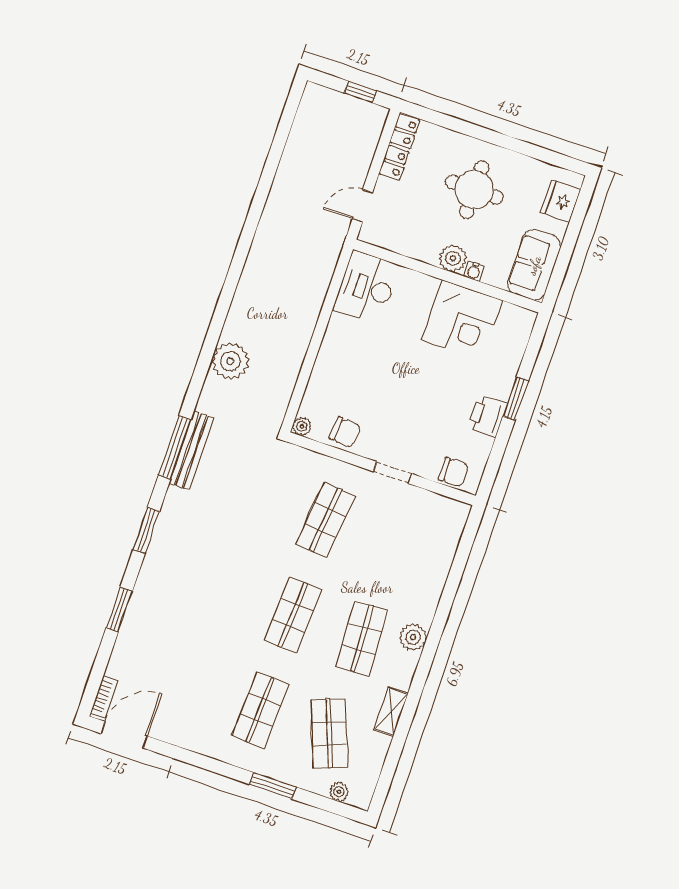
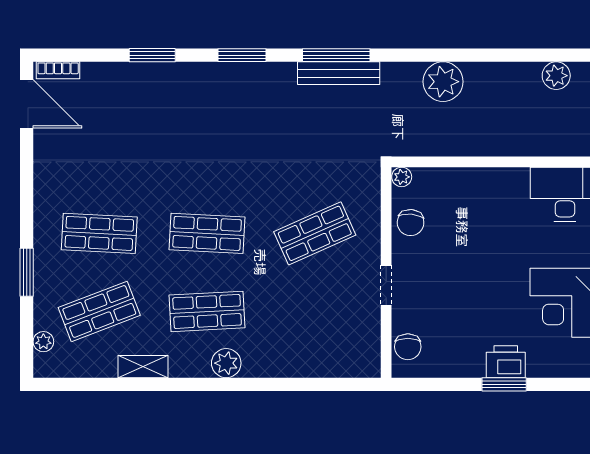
plant: (259, 259) -> (556, 76), added
printer: (487, 416) -> (506, 362), moved
shop shelf: (325, 520) -> (315, 233), turned -30

